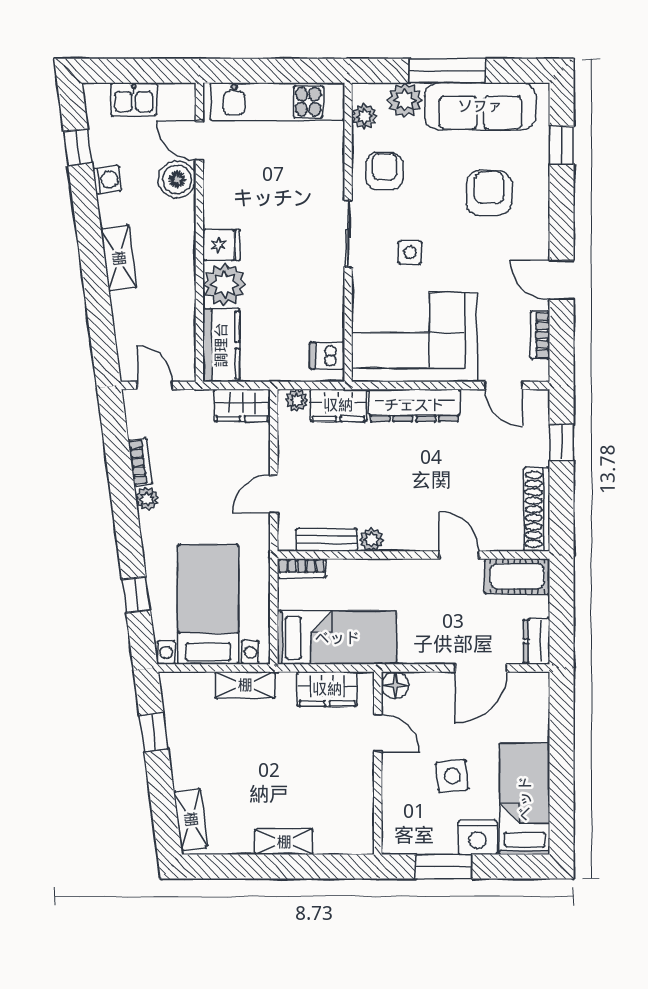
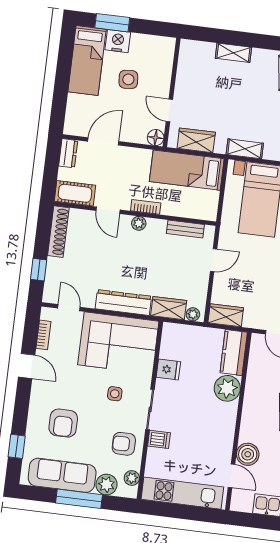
armchair: (384, 171) -> (124, 444), turned 90
fridge: (221, 245) -> (168, 370), moved, turned 180
dishwasher: (327, 356) -> (159, 439), moved
plant: (371, 540) -> (139, 223), moved
bookcase: (302, 568) -> (146, 207), moved
window: (444, 867) -> (112, 23), moved

